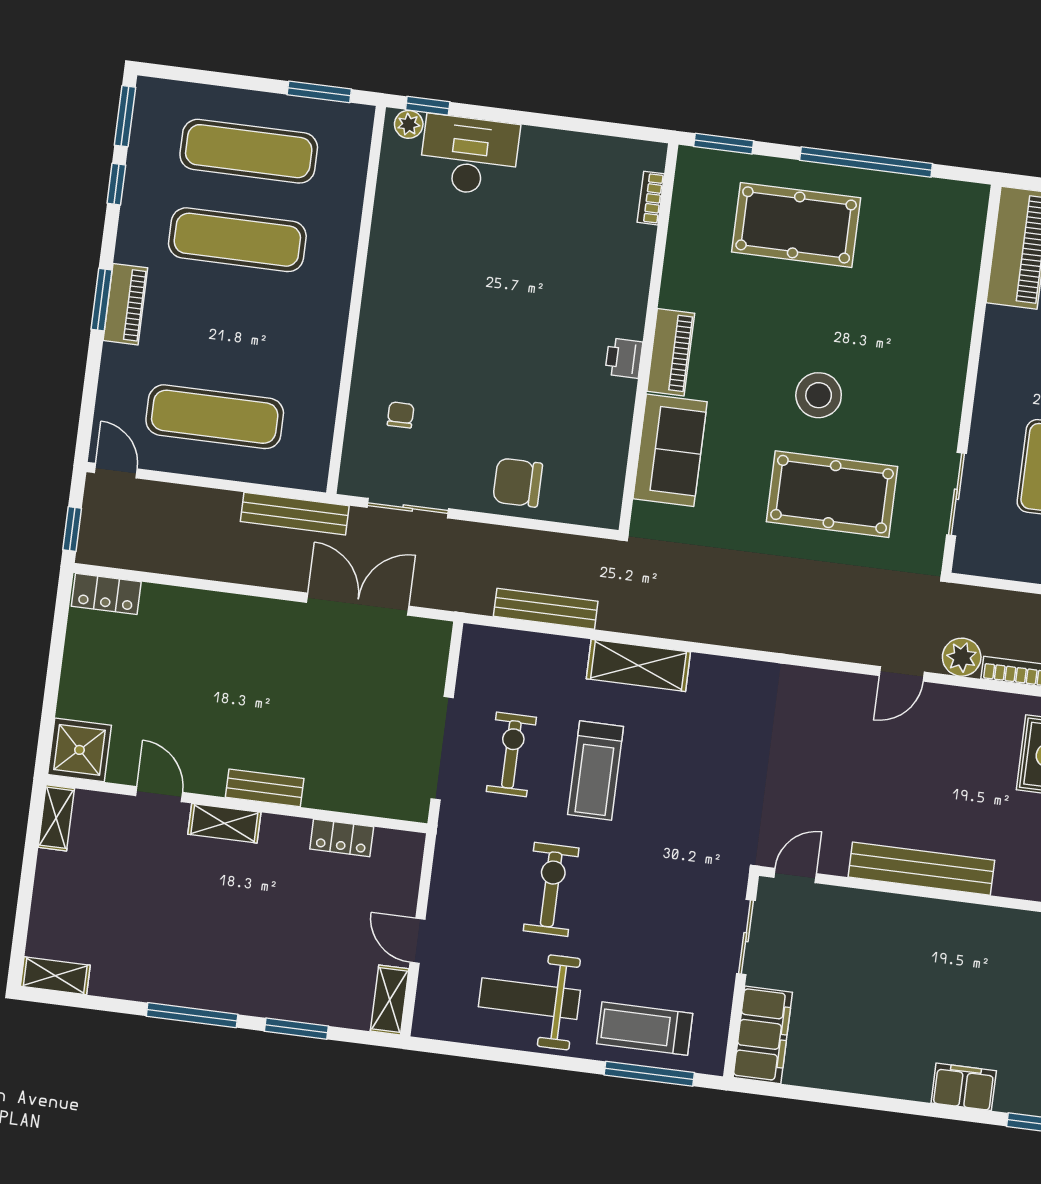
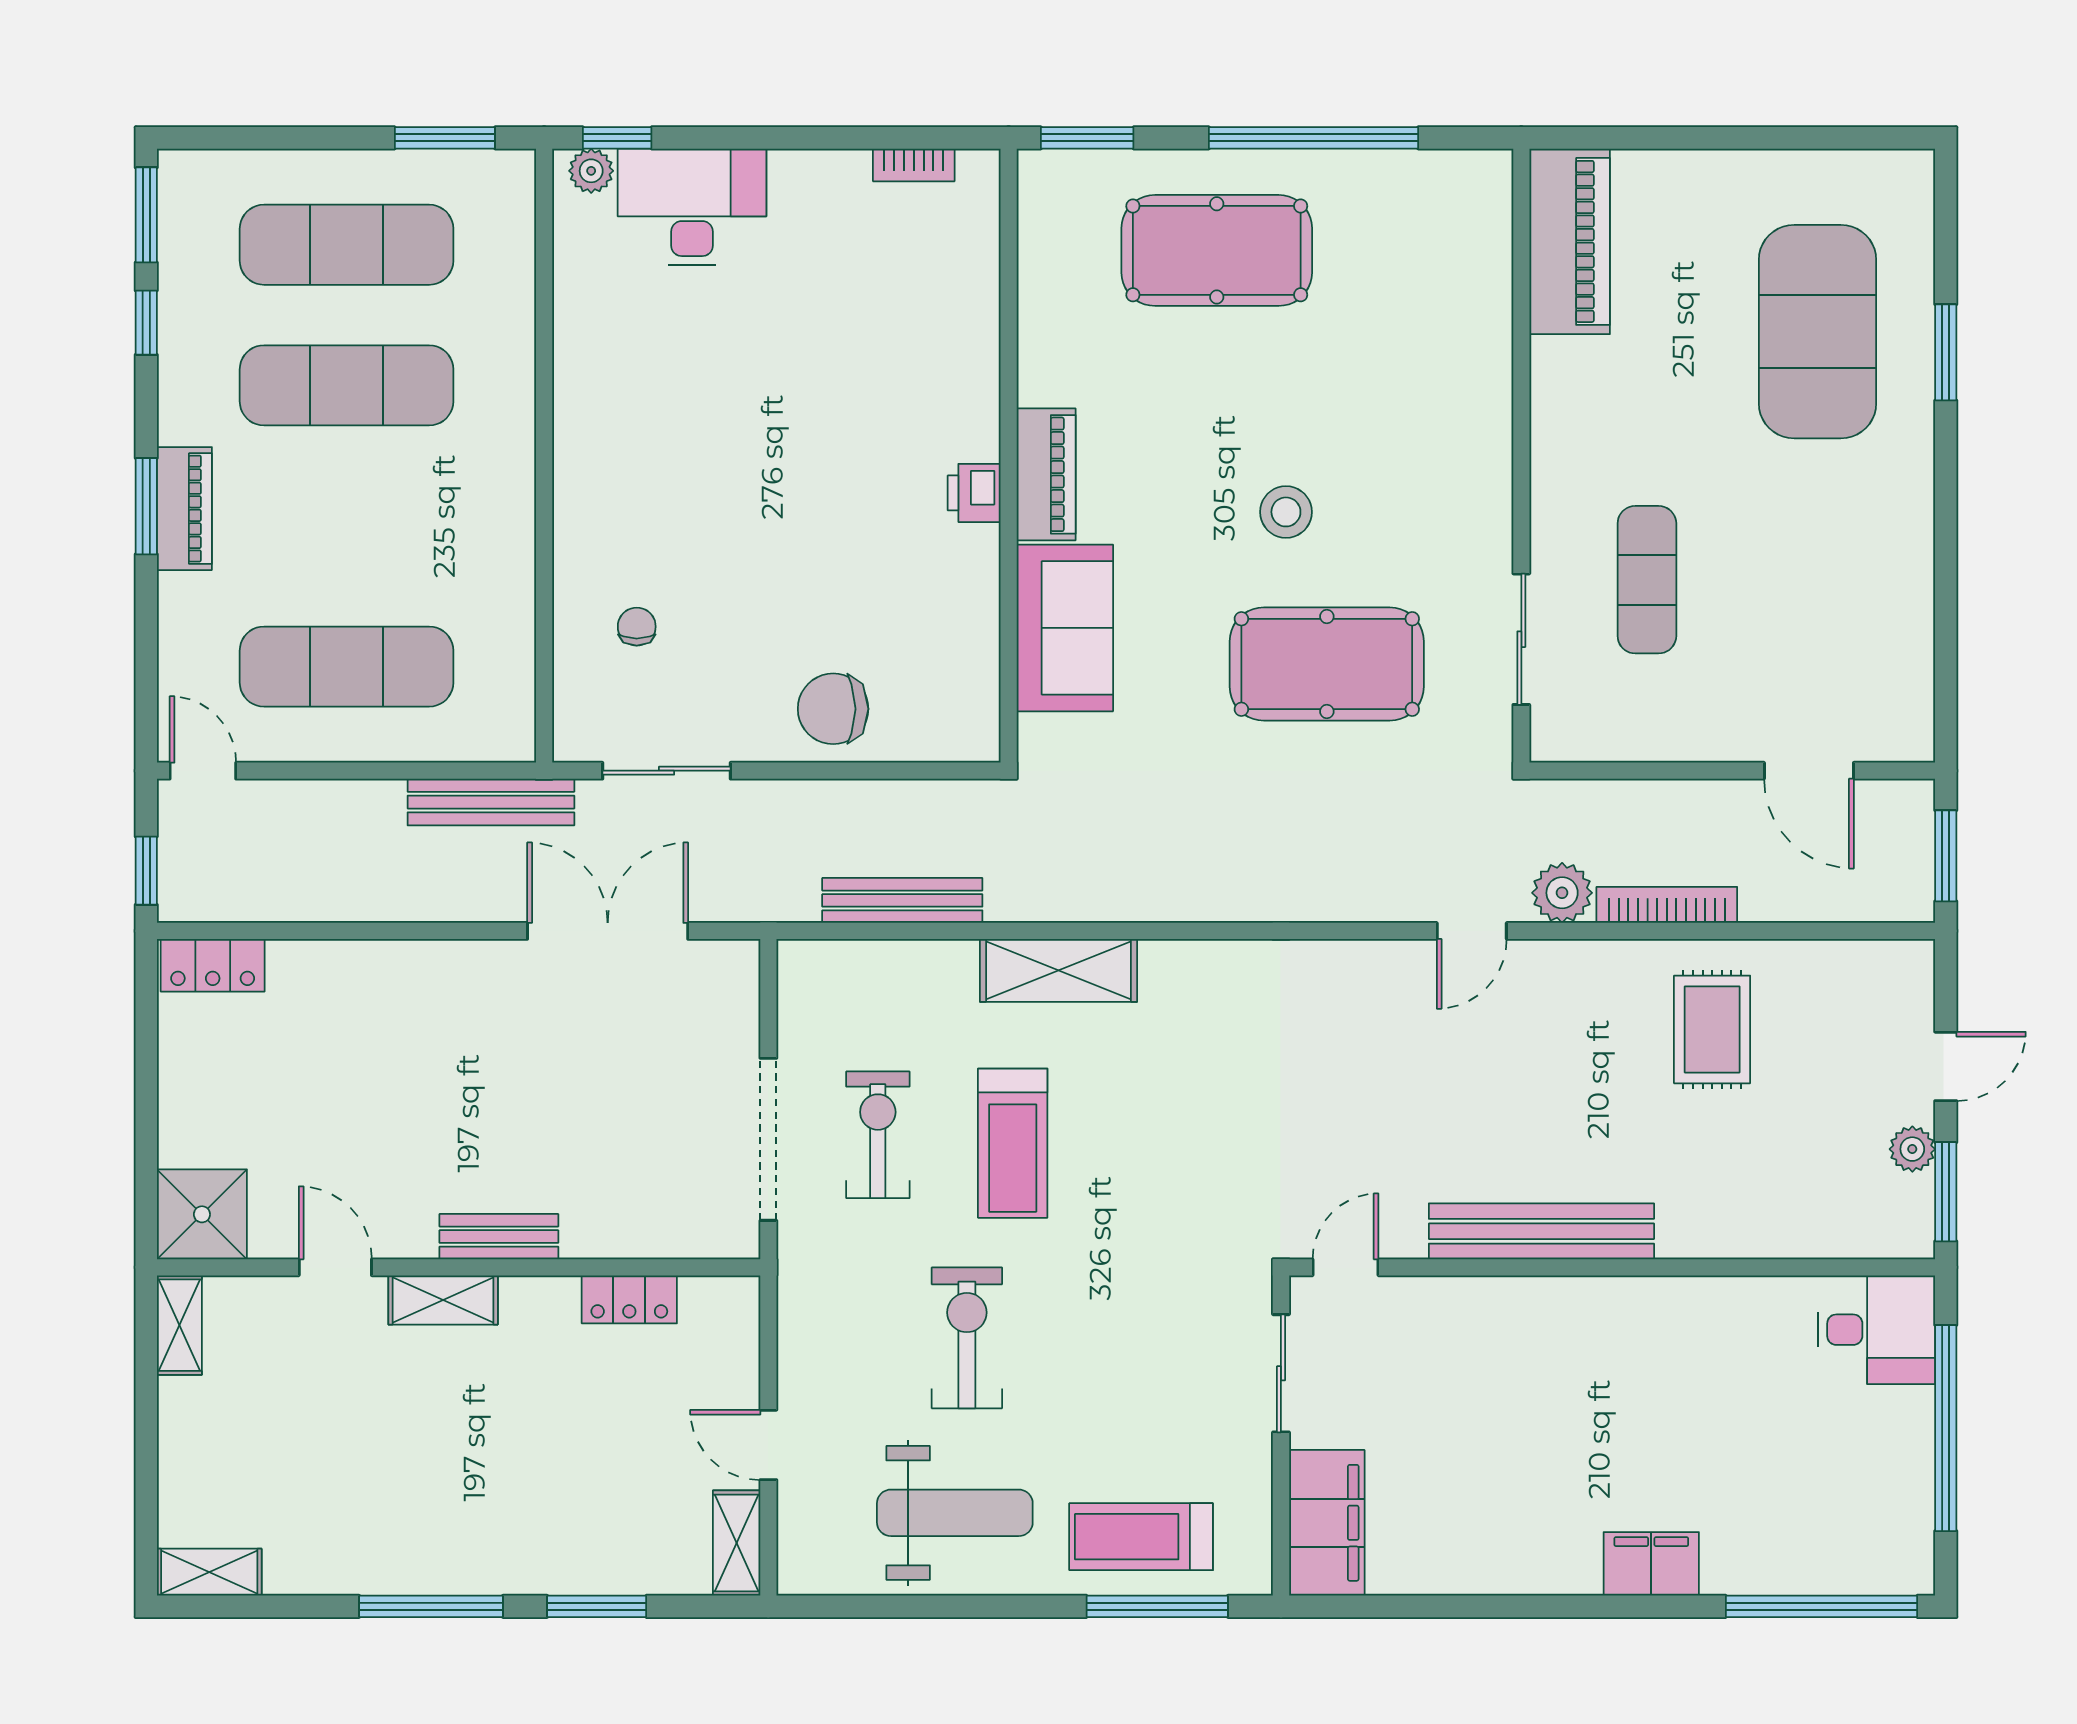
bookcase: (651, 198) -> (914, 165), moved, turned -90
stool: (819, 395) -> (1286, 512), width x0.73, depth x0.73
weight bench: (529, 999) -> (955, 1513), turned 180

